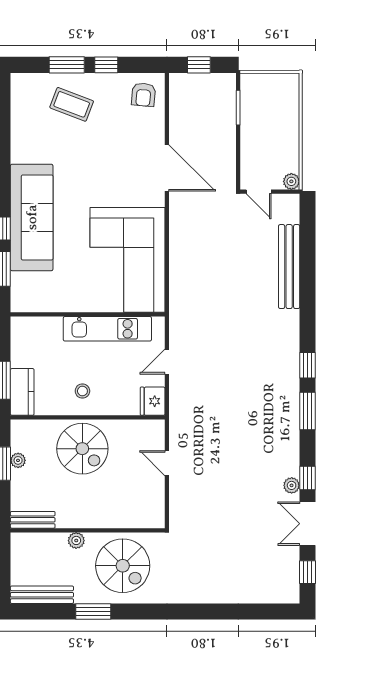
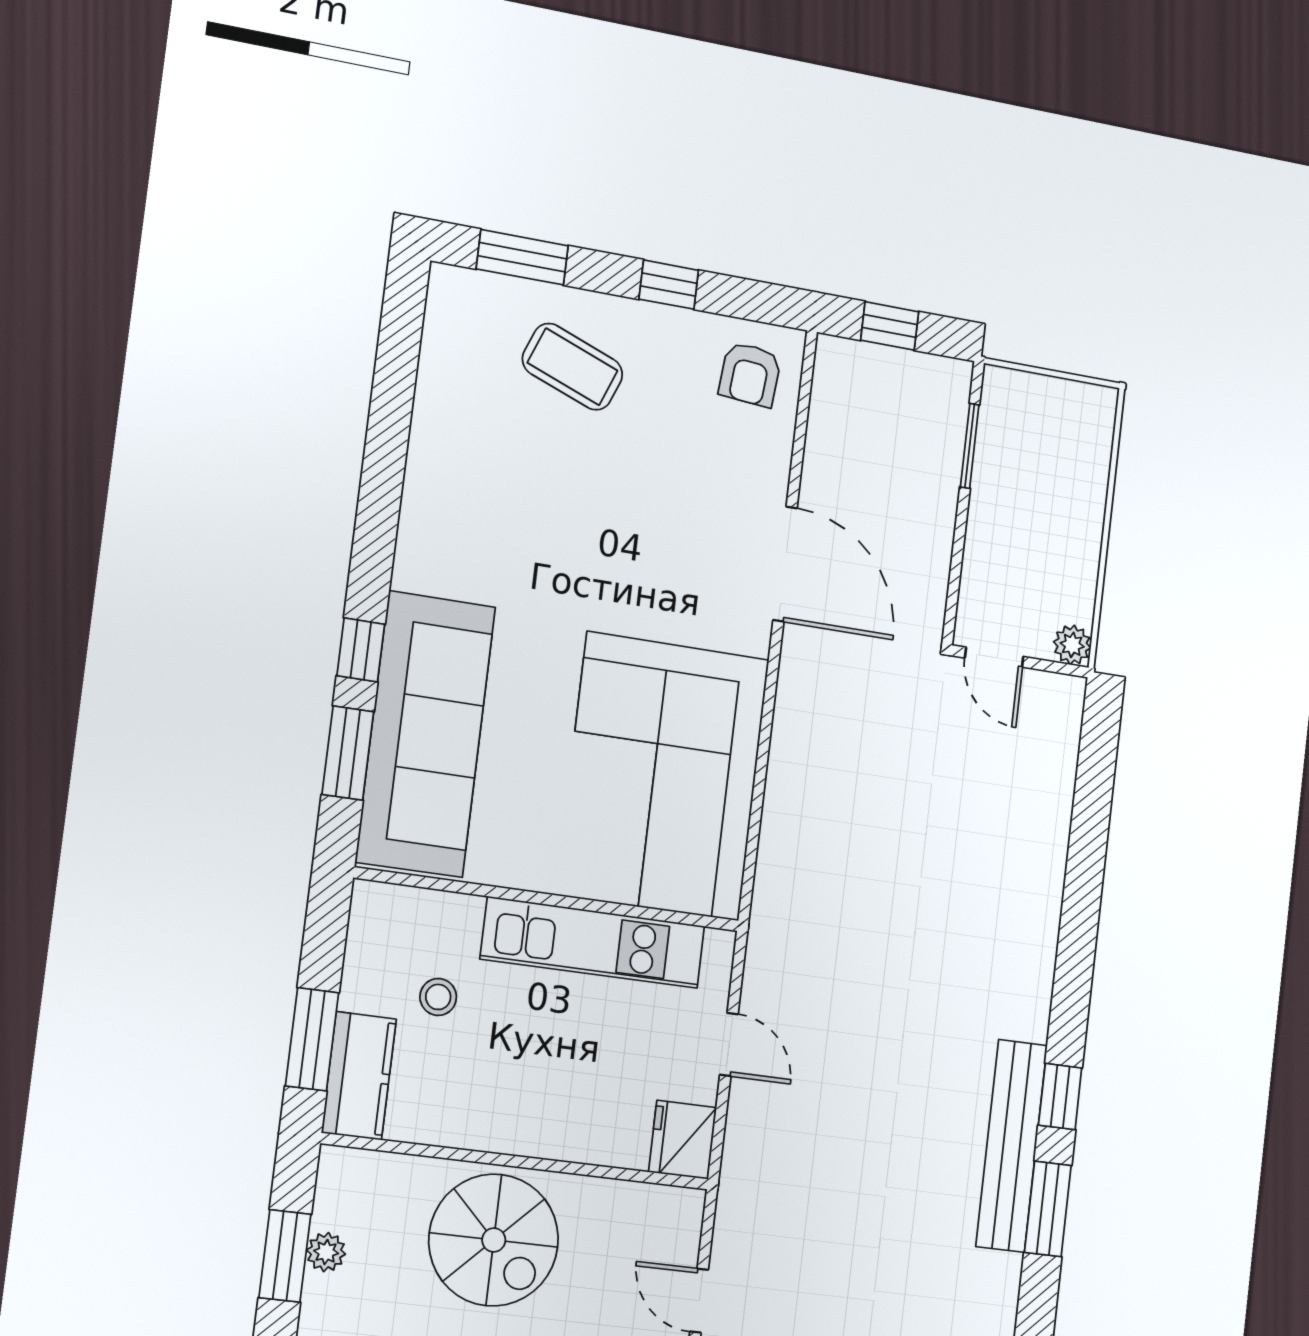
window: (67, 65) -> (522, 257), moved
sofa: (32, 217) -> (426, 734), moved
bench: (289, 267) -> (1012, 1146), moved
door: (167, 362) -> (729, 1044), swing flipped
stool: (82, 391) -> (438, 997), moved

